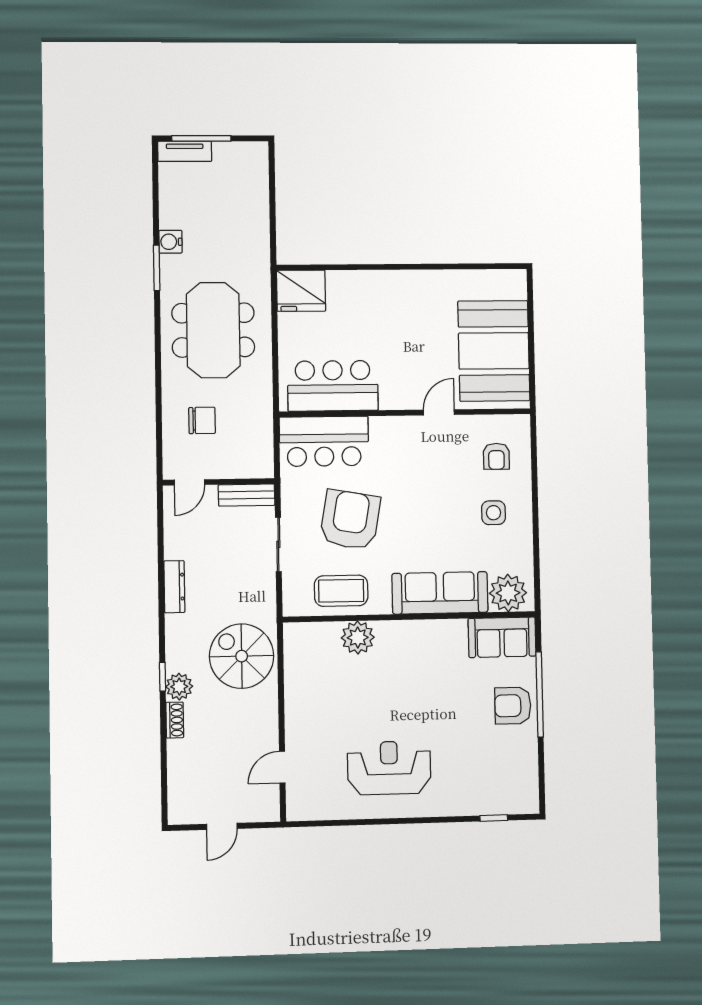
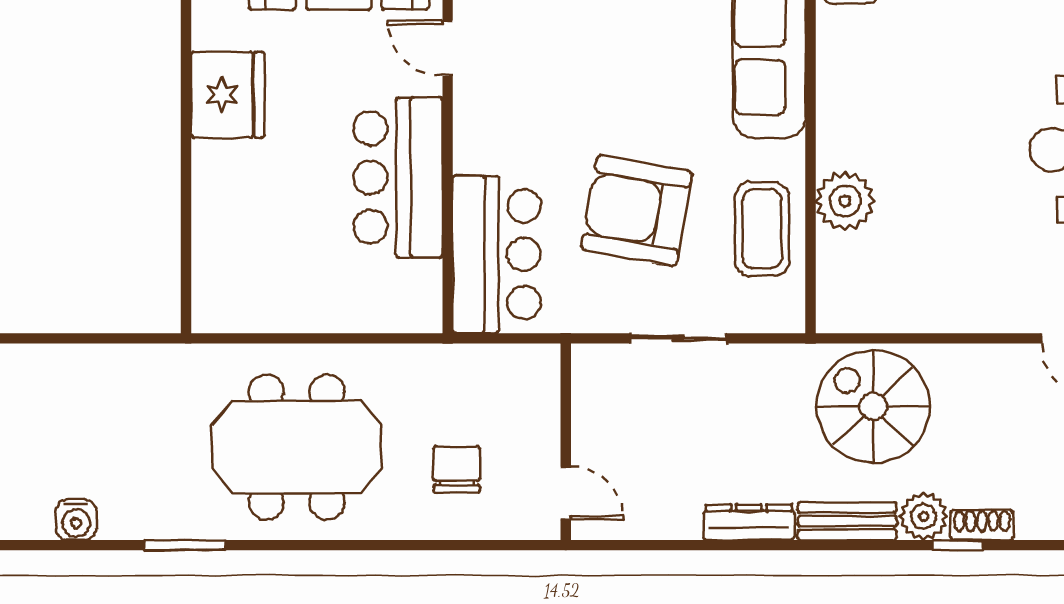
water cooler: (171, 242) -> (76, 520), moved
fridge: (301, 291) -> (228, 95), moved
bar counter: (333, 386) -> (398, 177), moved
bench: (247, 495) -> (847, 521), moved, turned 90
spiral stairs: (242, 656) -> (873, 406), turned 90
window: (163, 677) -> (958, 545), moved

